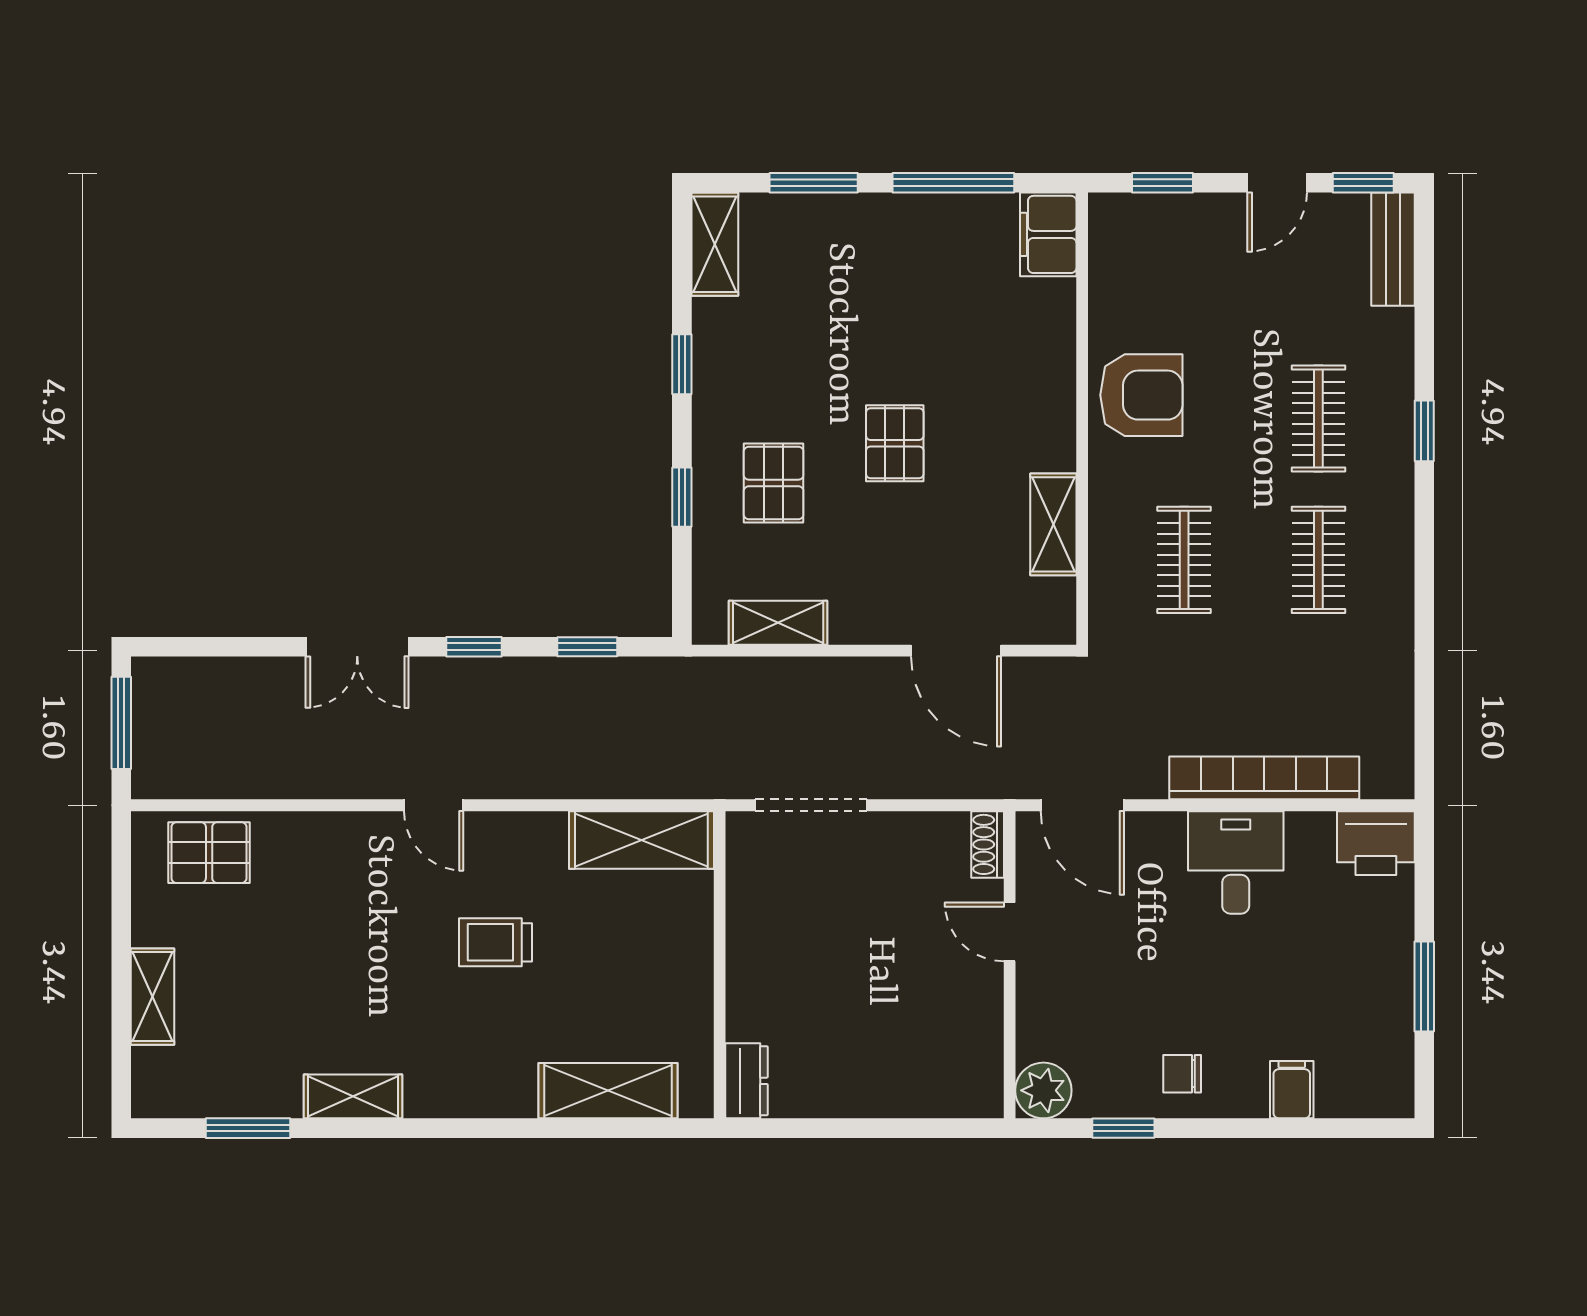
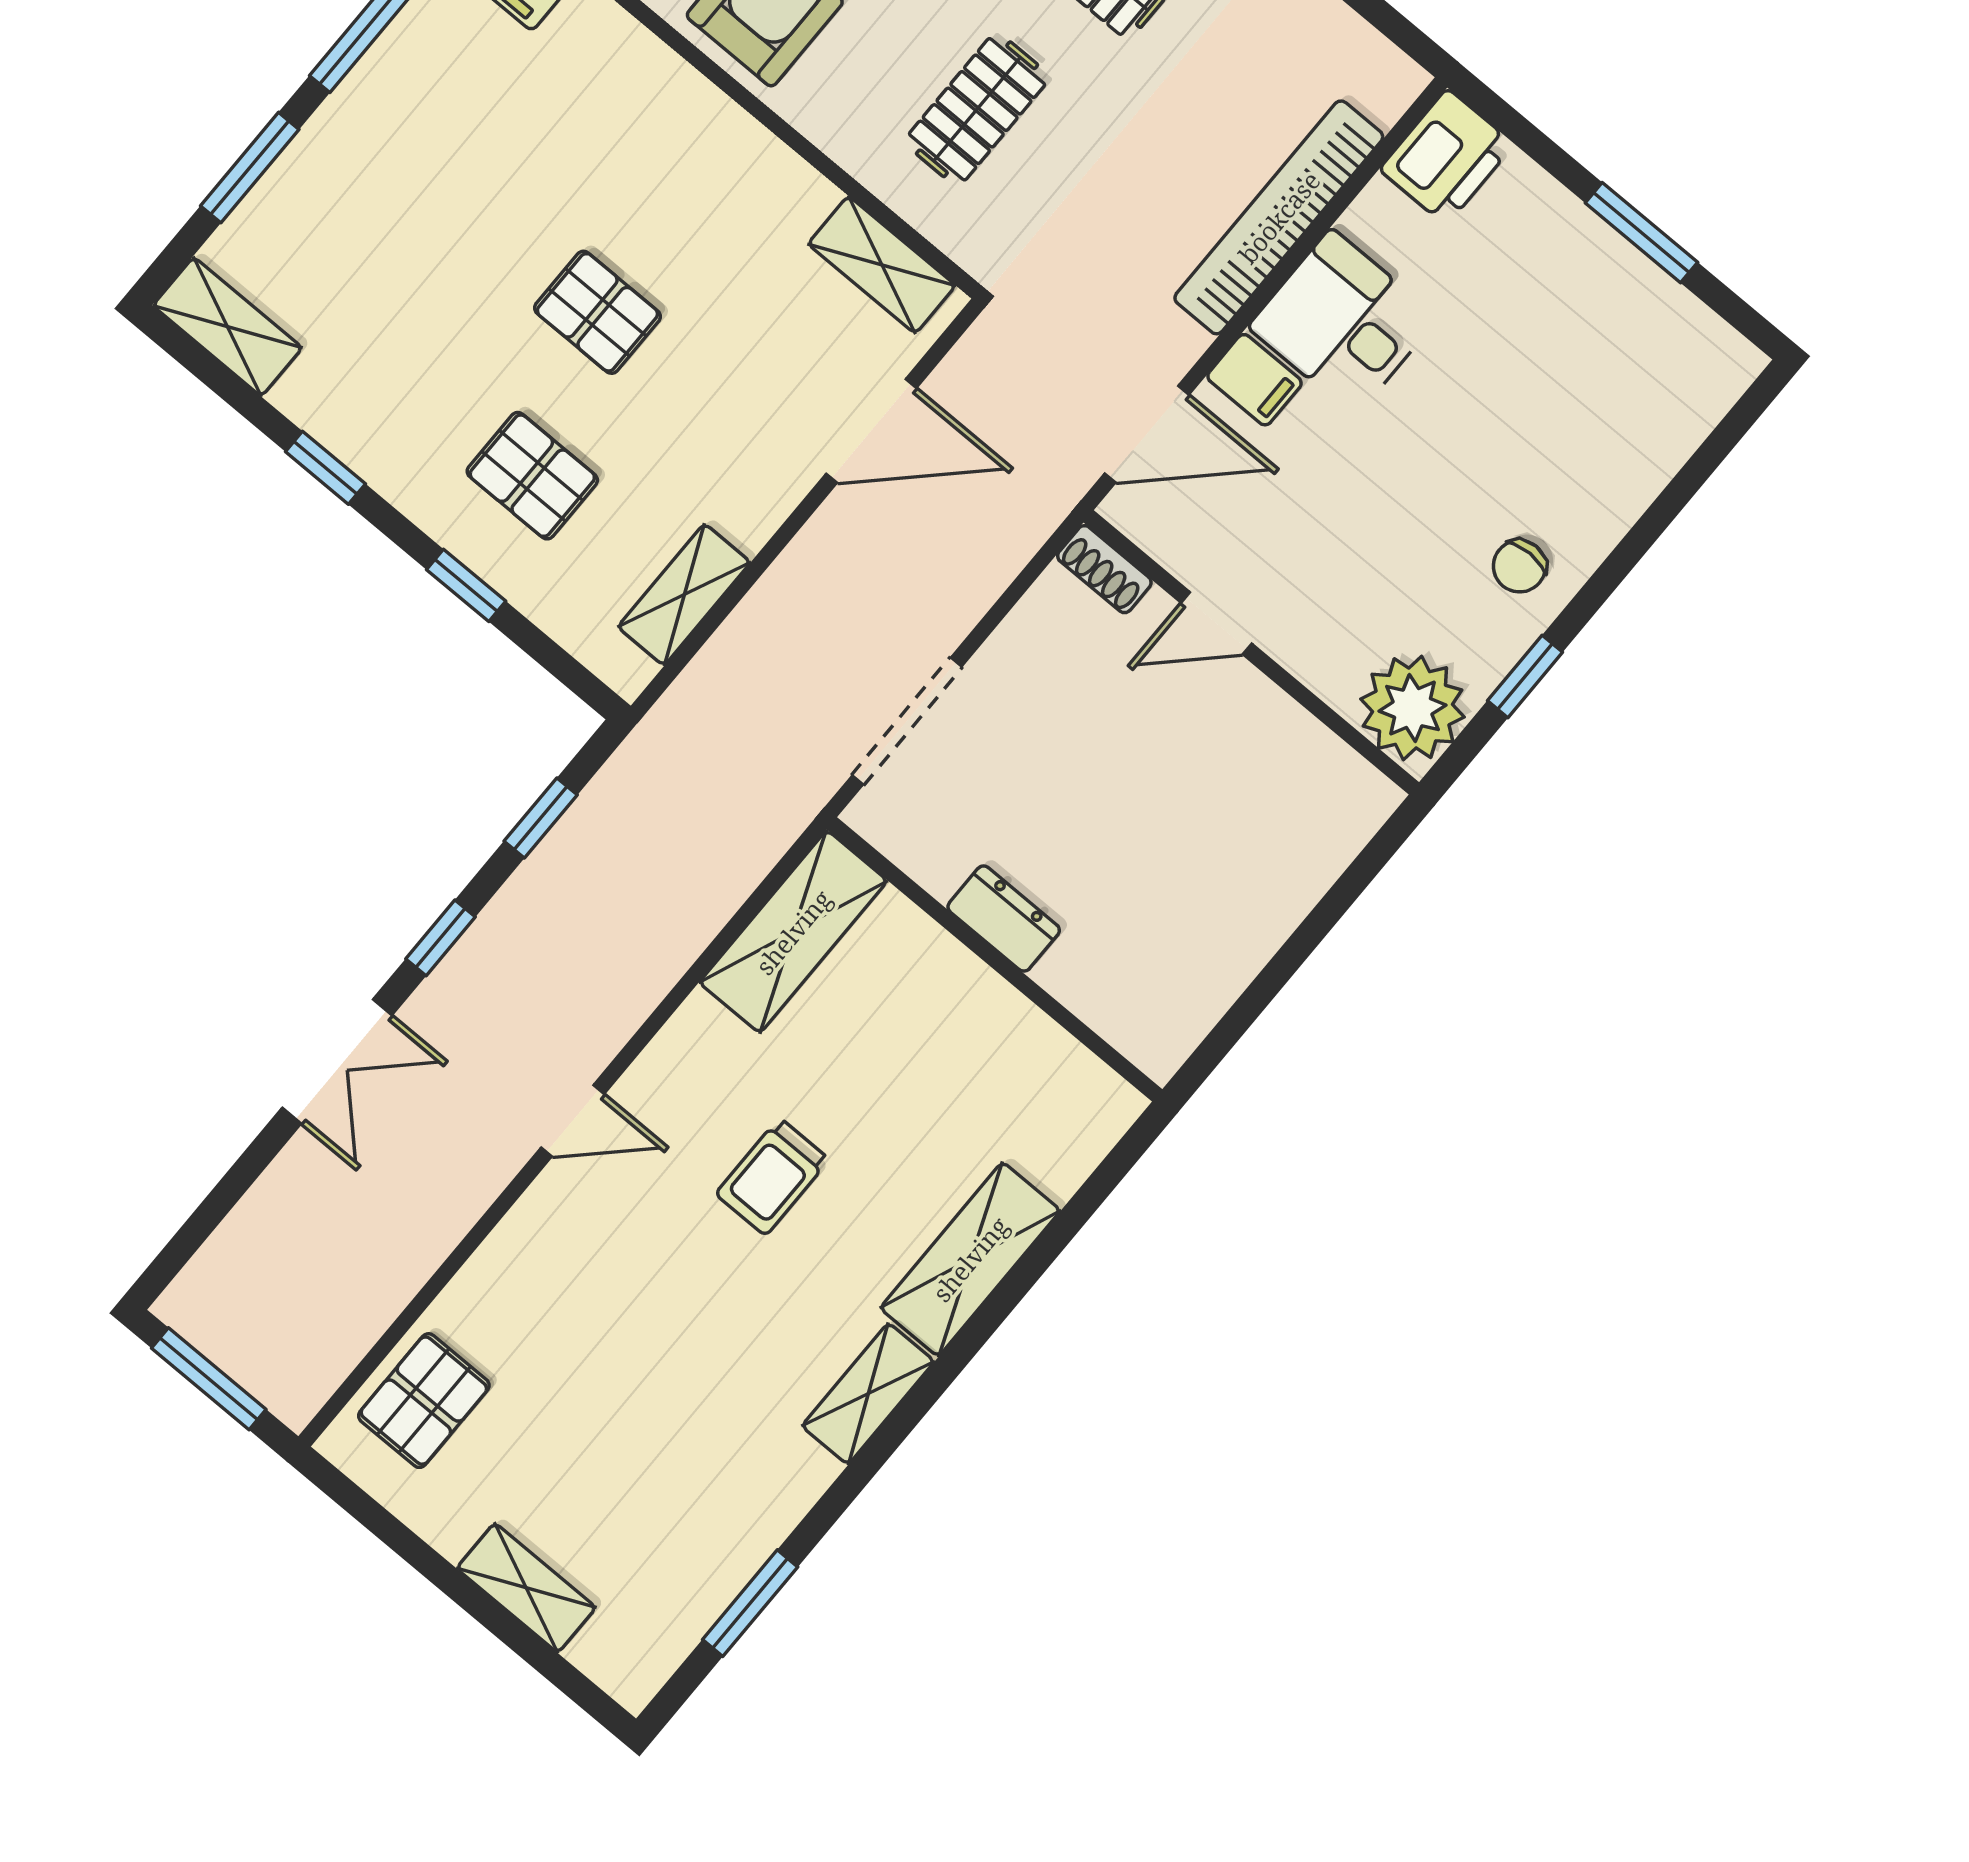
shelving: (1053, 524) -> (882, 265), moved
clothes rail: (1184, 560) -> (977, 109), turned 90
dresser: (747, 1081) -> (1004, 919), moved
plant: (1043, 1090) -> (1412, 708), width x1.36, depth x1.36
filing cabinet: (1292, 1090) -> (1254, 380), moved, turned 180
shelving: (608, 1091) -> (970, 1259), moved
shelving: (353, 1096) -> (868, 1394), moved

